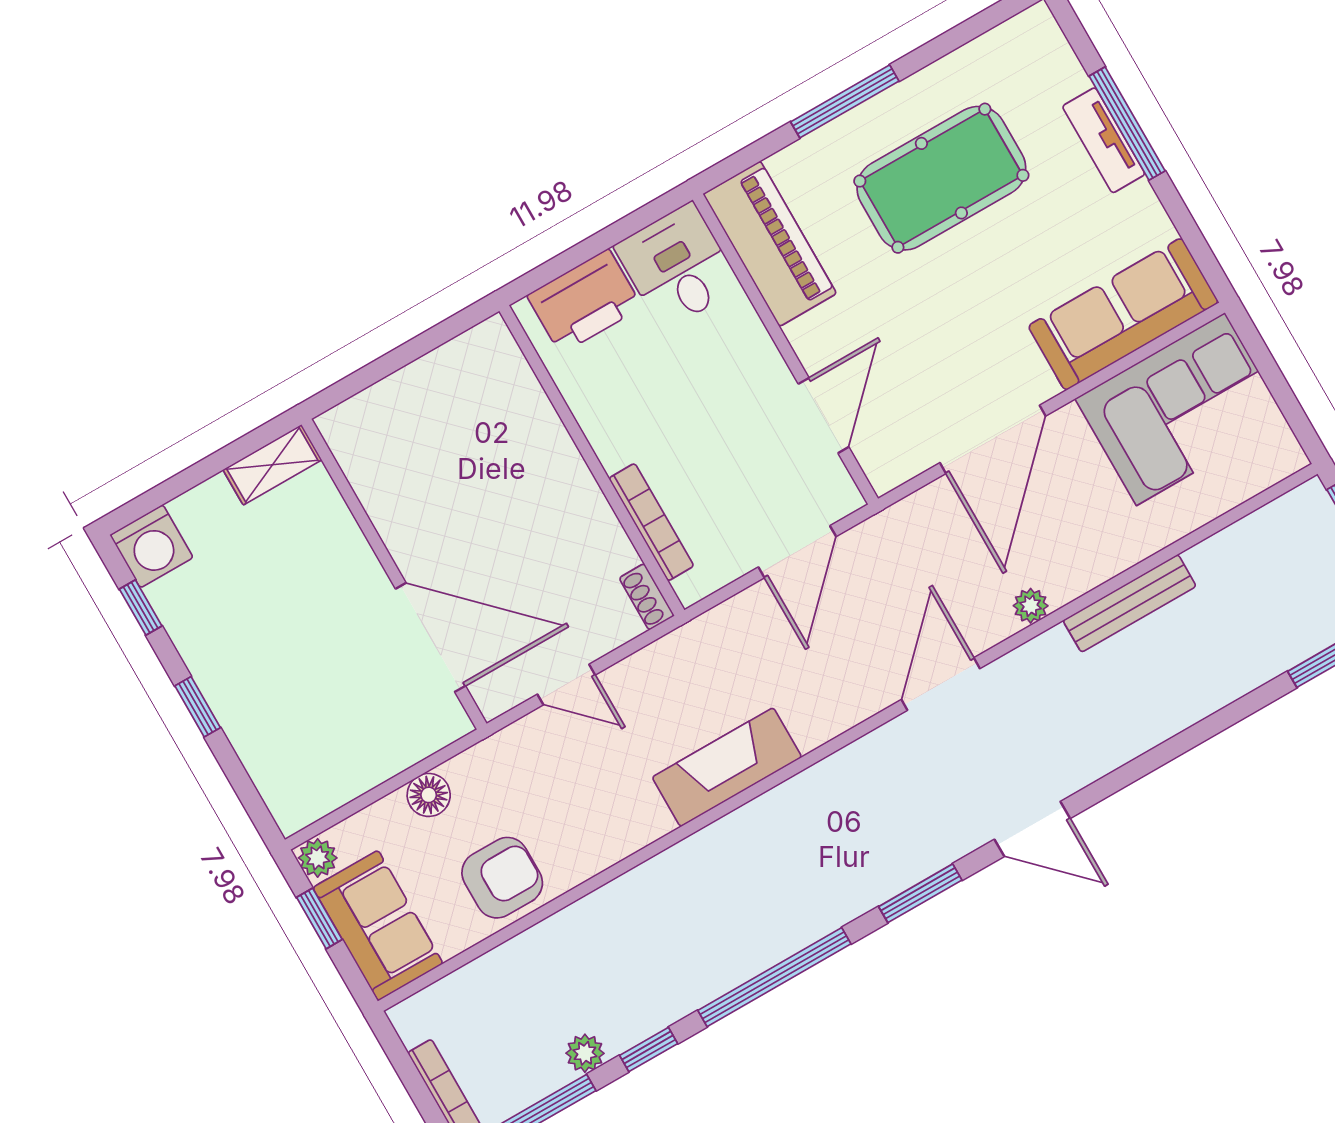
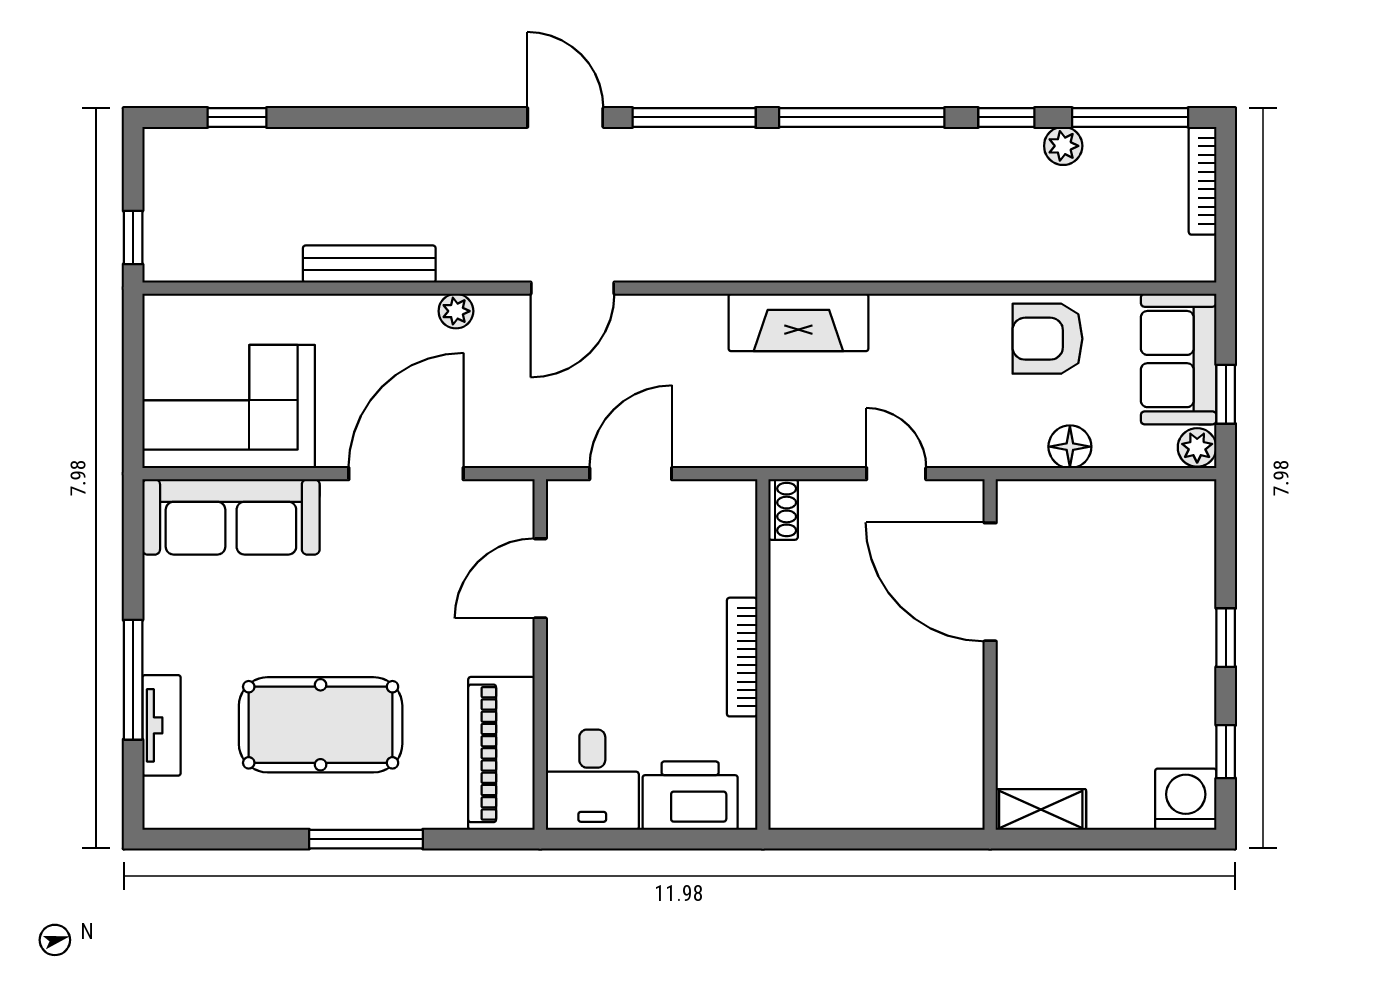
tv unit: (1104, 140) -> (162, 725), moved
bookcase: (651, 522) -> (742, 657), moved
window: (920, 893) -> (694, 117), width x1.44

